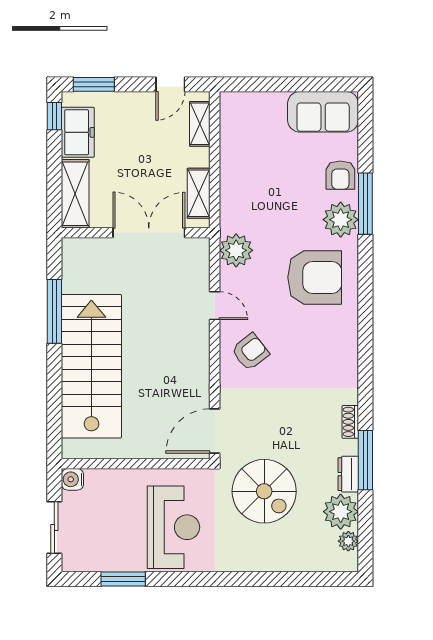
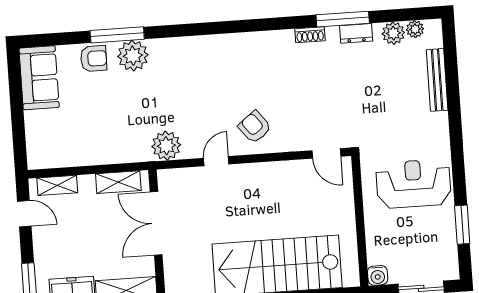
armchair: (315, 277) -> (185, 75), removed
door: (215, 431) -> (326, 153), width x0.73
spiral stairs: (264, 491) -> (376, 106), removed
plant: (341, 512) -> (393, 33), width x0.73, depth x0.73
bench: (289, 562) -> (437, 80), added

